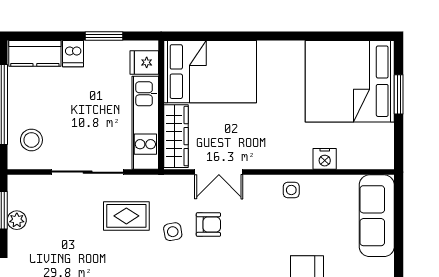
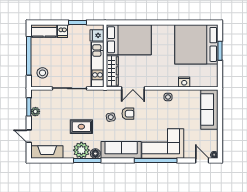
rug: (126, 216) -> (81, 127), moved

